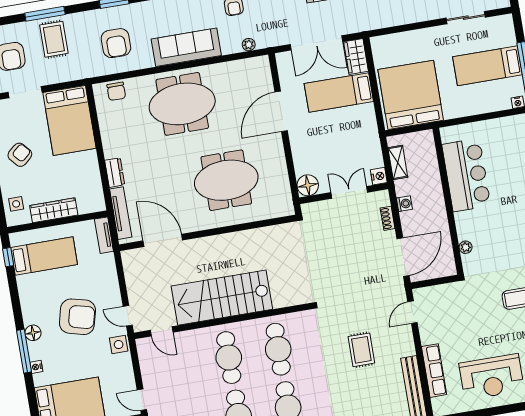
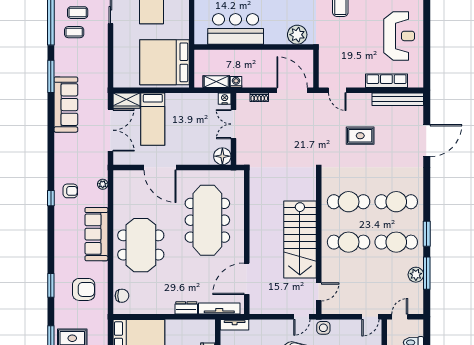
meeting table: (226, 180) -> (207, 220), width x1.36
washing machine: (404, 204) -> (236, 82), moved
plant: (466, 247) -> (297, 35), width x1.88, depth x1.88

